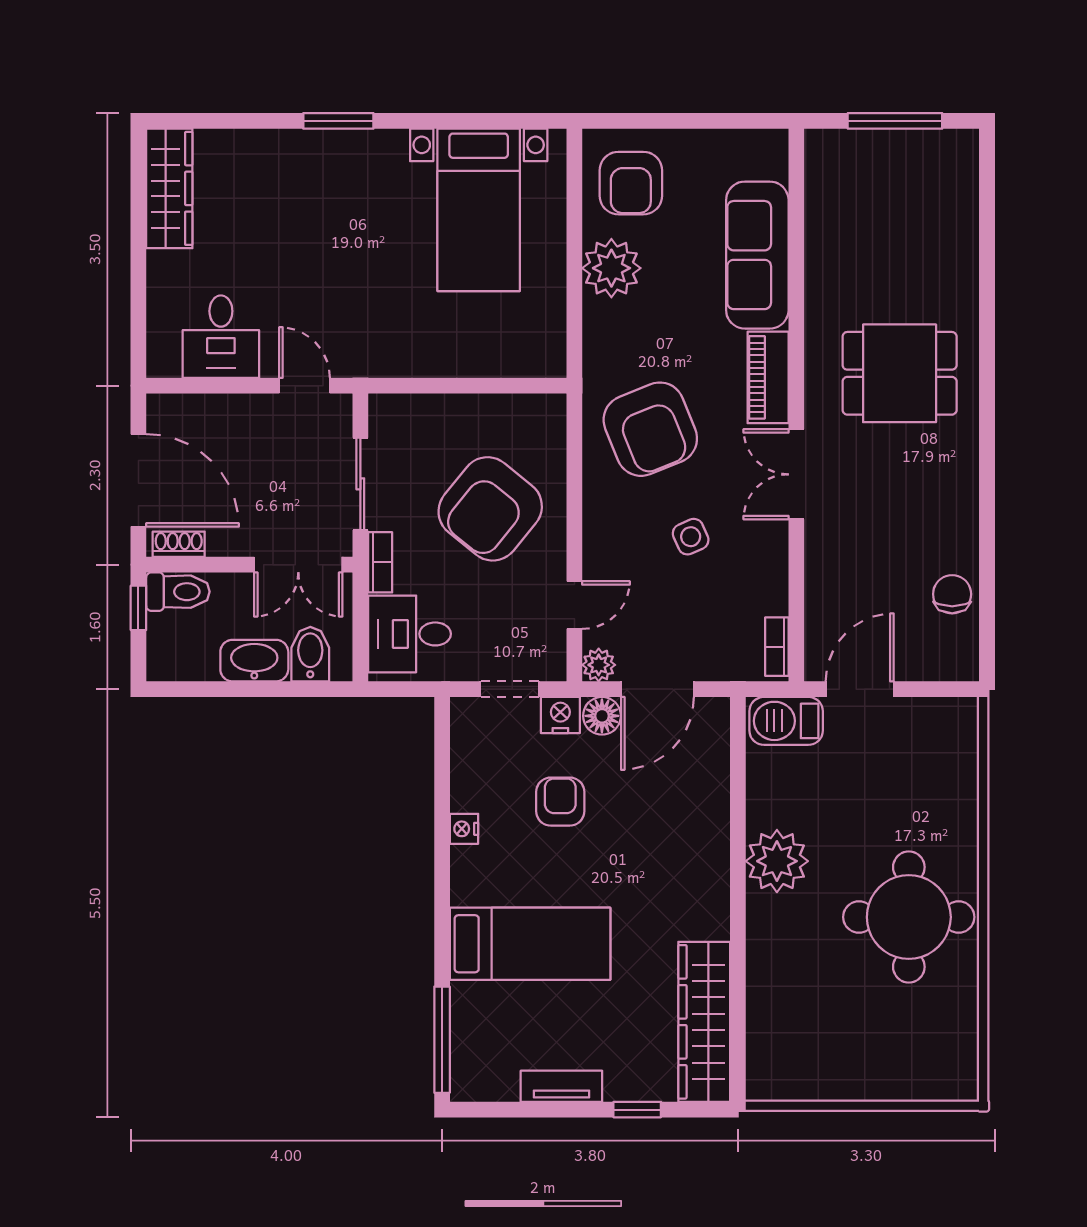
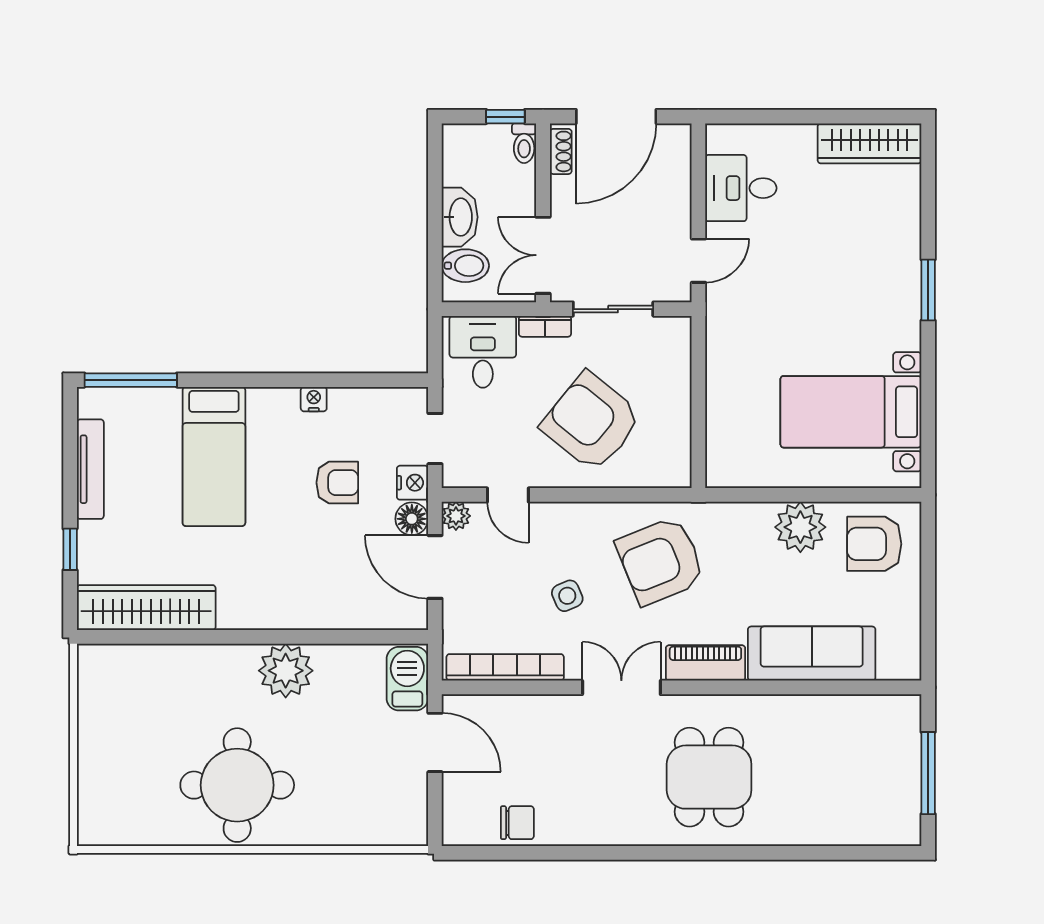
toilet: (178, 592) -> (524, 143), width x0.73, depth x0.72
bookcase: (777, 647) -> (505, 667), width x2.31, depth x1.31
tv unit: (561, 1086) -> (90, 469), width x1.41

